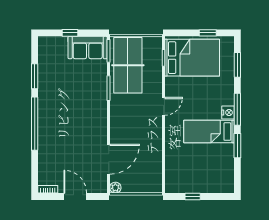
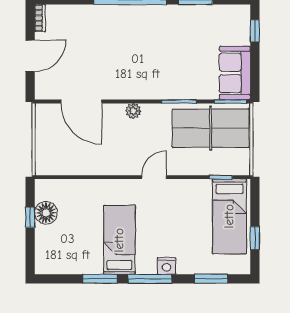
window: (70, 33) -> (255, 31), moved
bed: (192, 58) -> (229, 216), width x0.67
door: (163, 106) -> (154, 177), swing flipped
nightstand: (228, 113) -> (166, 266), moved
floor lamp: (189, 185) -> (46, 213), added
plant: (115, 188) -> (133, 111), moved

